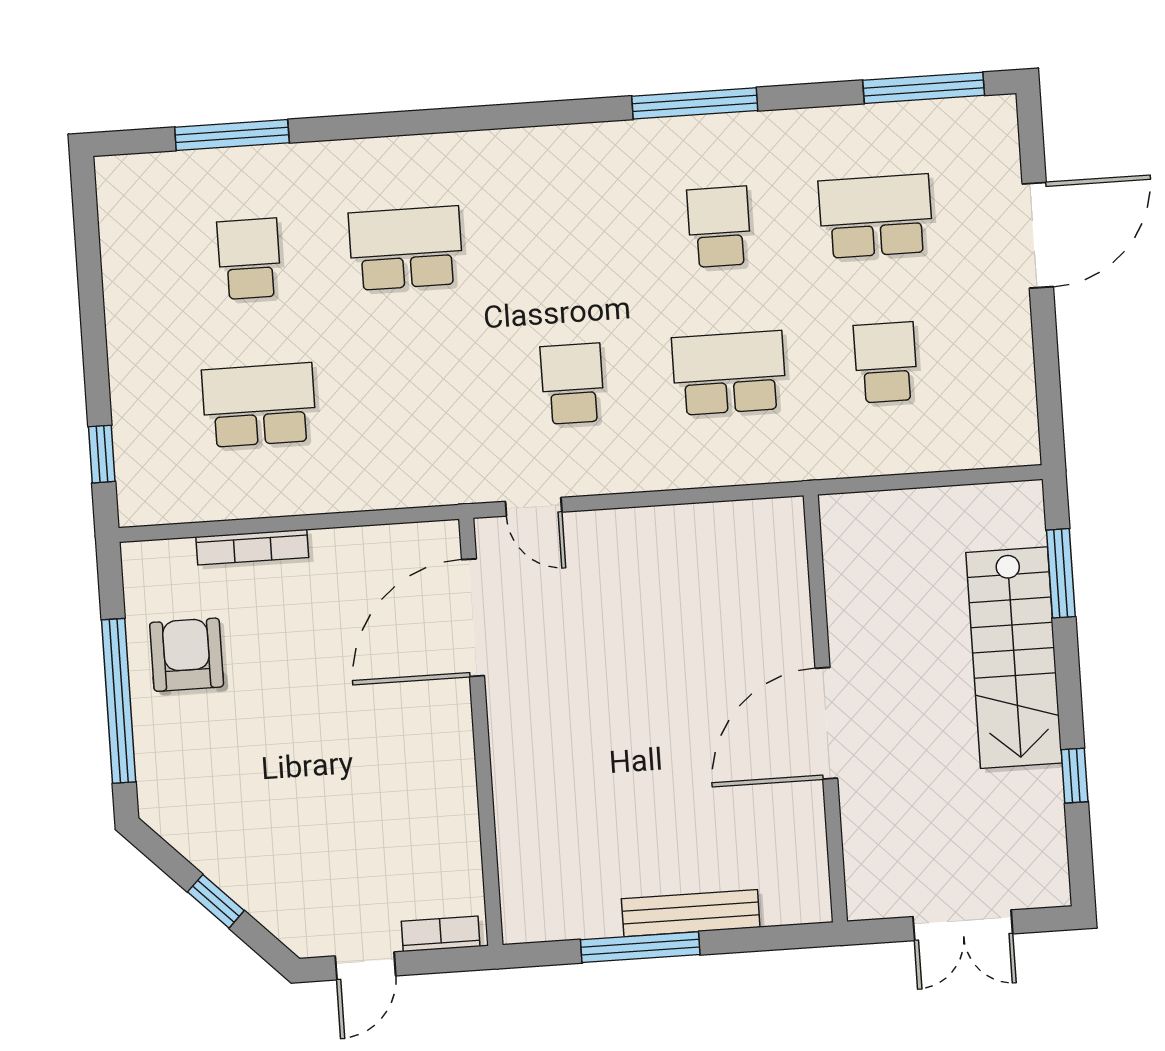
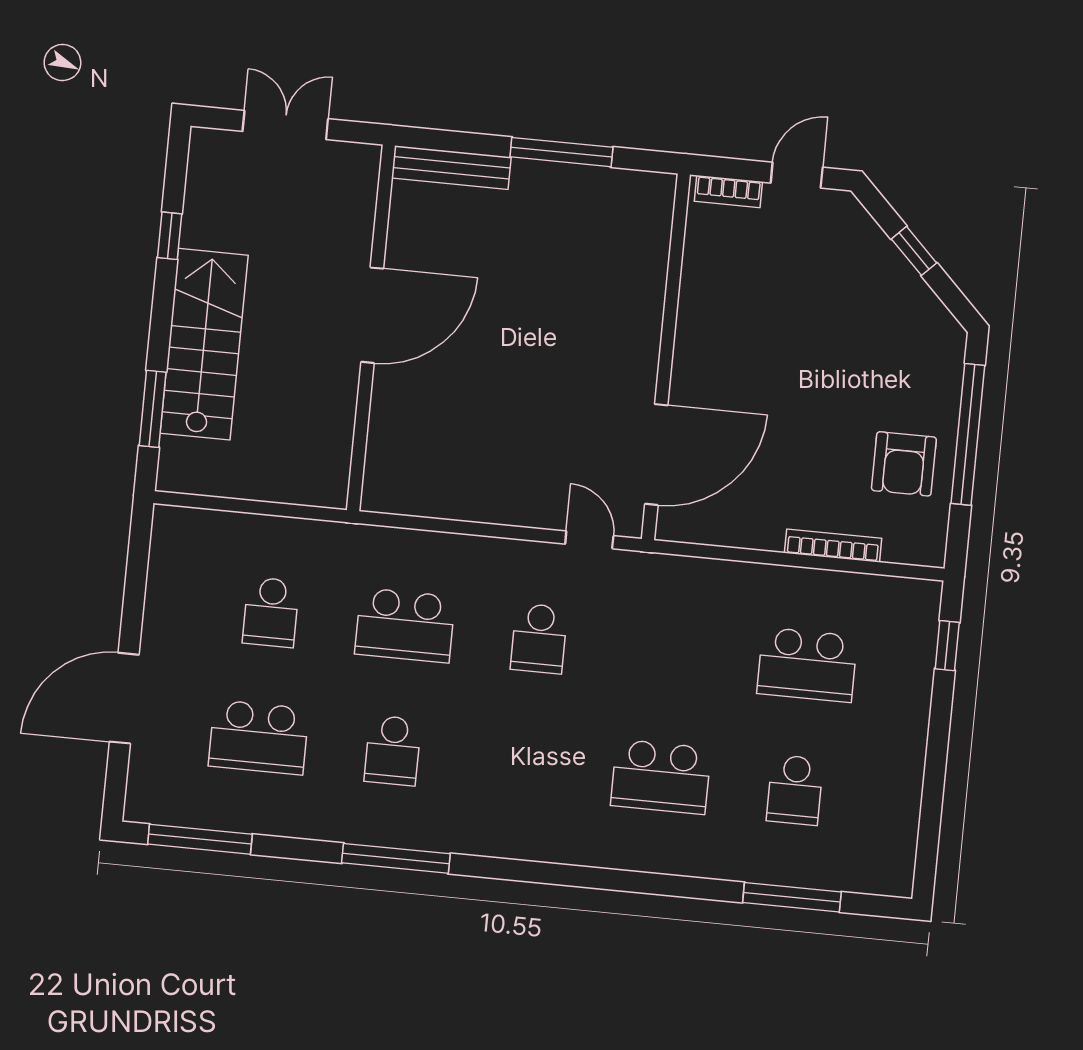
bench: (691, 913) -> (451, 168), moved

